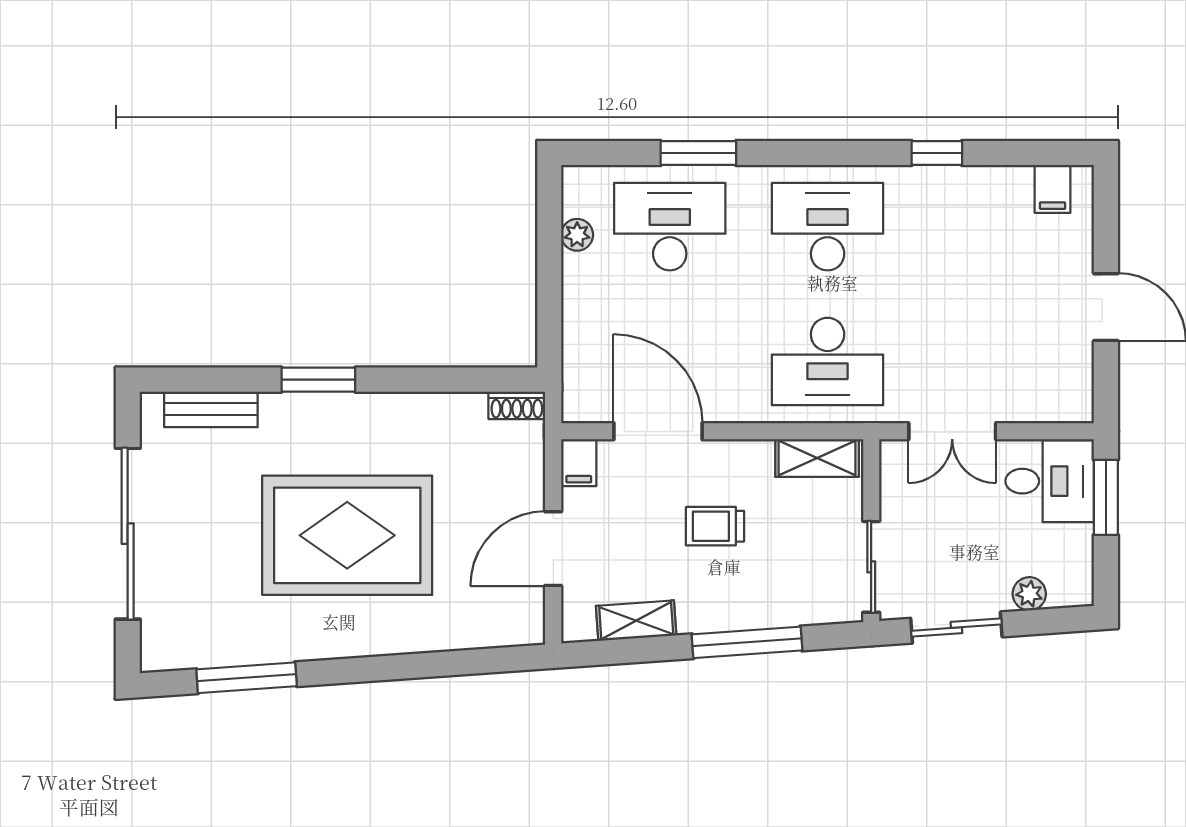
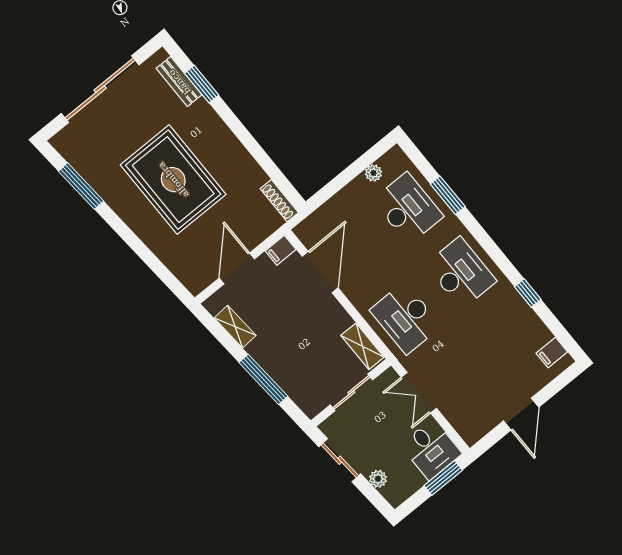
window: (318, 380) -> (202, 84), moved
shoe rack: (517, 405) -> (279, 201), width x1.43
trolley: (715, 526) -> (300, 327), removed
door: (553, 549) -> (237, 268), hinge flipped
sliding door: (871, 567) -> (351, 392), moved

